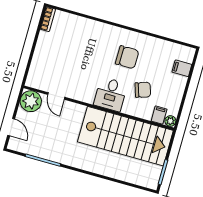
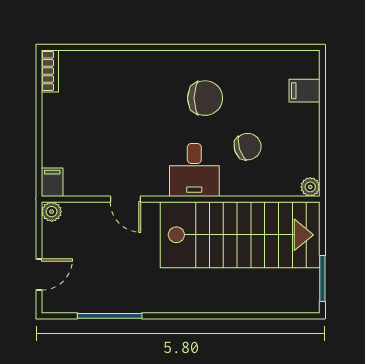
door: (56, 96) -> (125, 199), moved
plant: (31, 101) -> (52, 212), width x0.53, depth x0.53
filing cabinet: (159, 115) -> (52, 182), moved
door: (11, 127) -> (39, 274), hinge flipped

